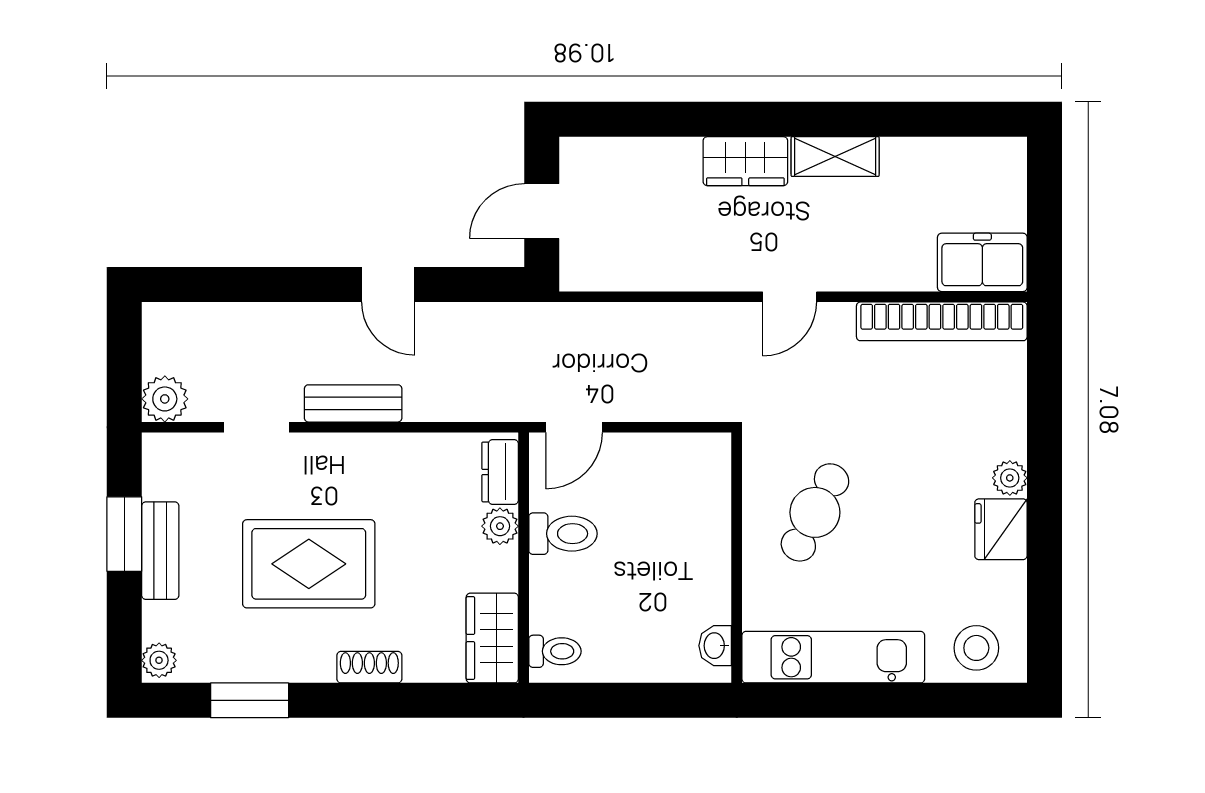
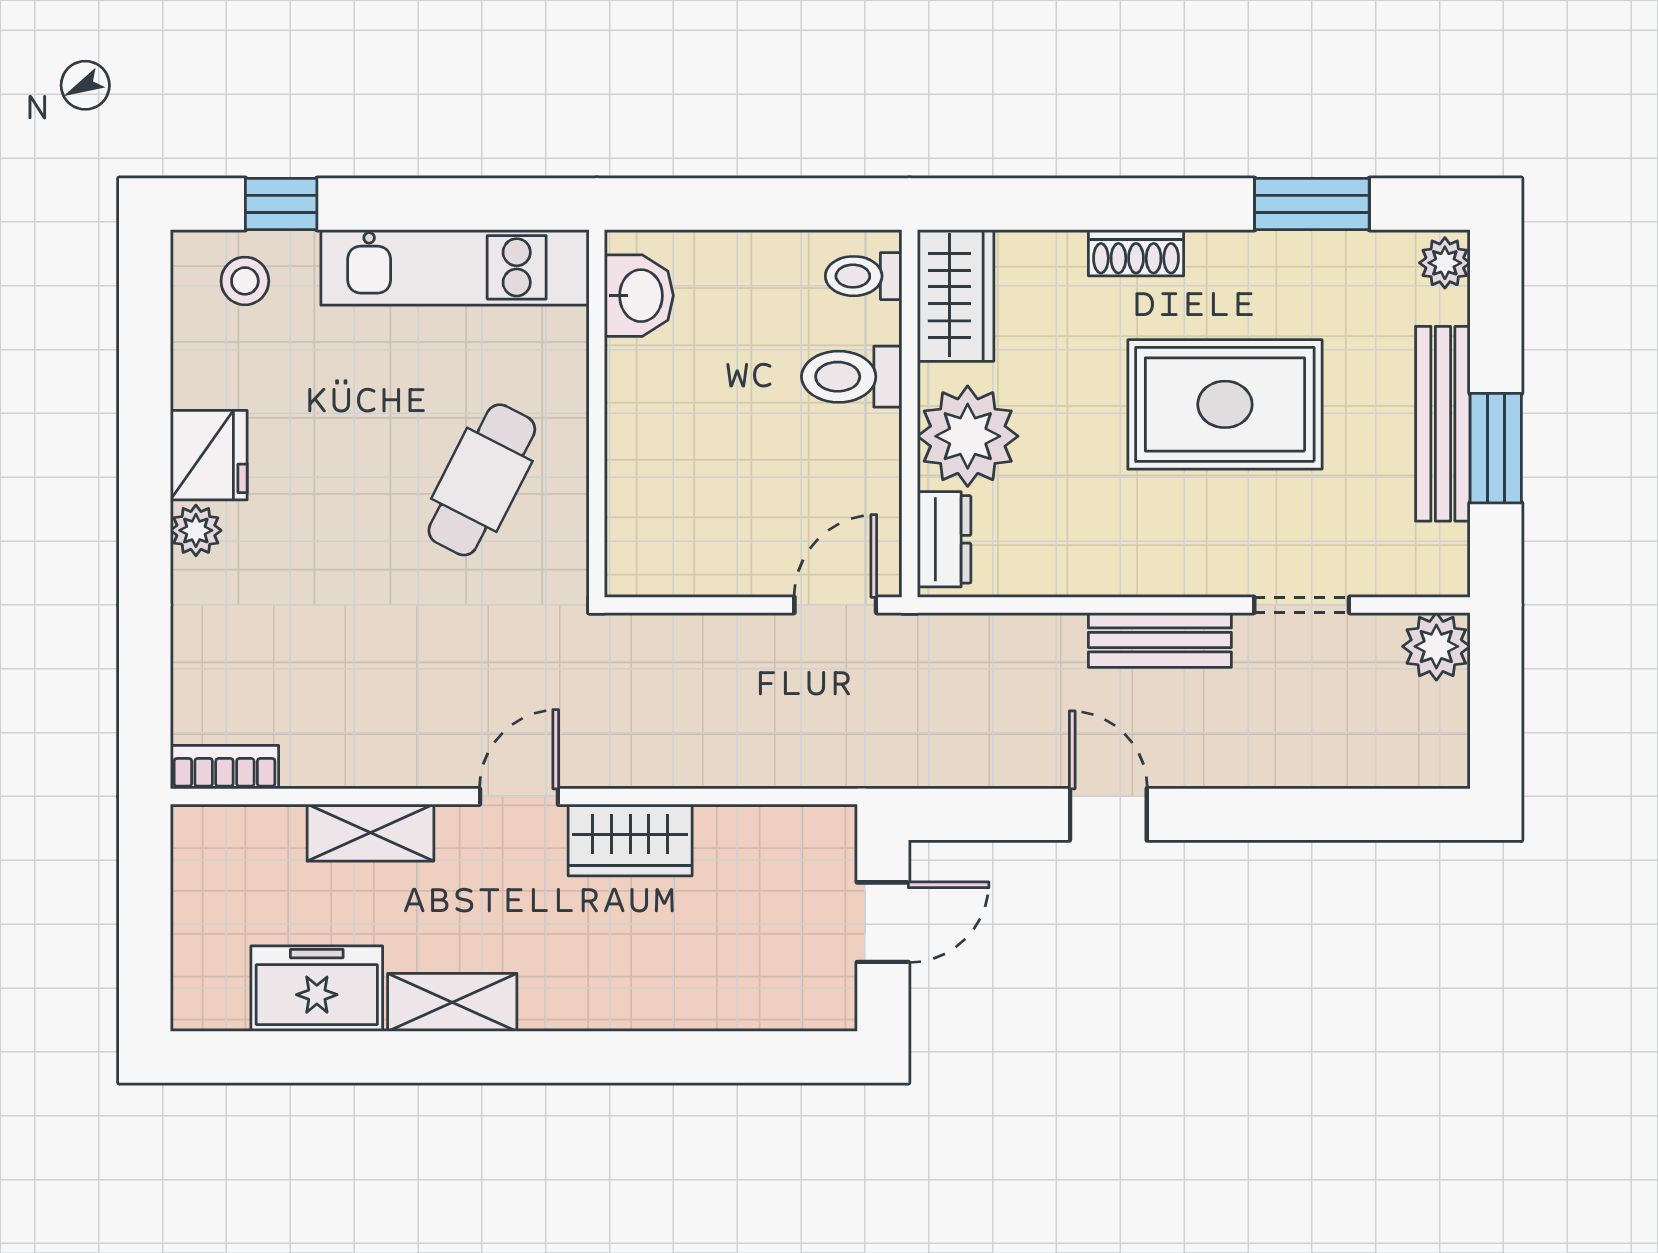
wardrobe: (745, 161) -> (630, 840), moved, turned 180
freezer: (982, 262) -> (317, 989), moved, turned 180
shelving: (891, 272) -> (370, 833), added
bookcase: (942, 321) -> (224, 767), width x0.43, depth x0.76
plant: (500, 526) -> (968, 436), width x1.87, depth x1.87
toilet: (563, 534) -> (852, 377), moved
bench: (160, 551) -> (1443, 424), width x1.36
washbasin: (715, 646) -> (639, 296), width x1.38, depth x1.45
stool: (976, 648) -> (245, 281), width x0.73, depth x0.73
window: (952, 700) -> (281, 204), added

